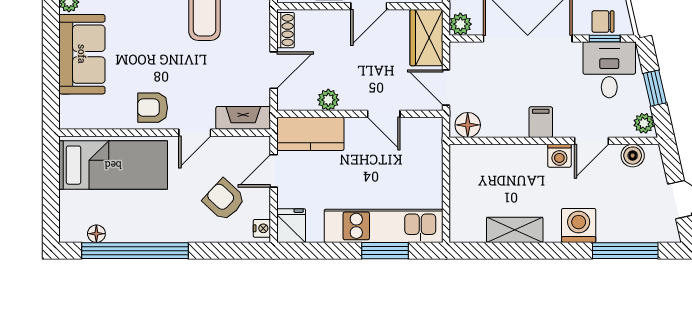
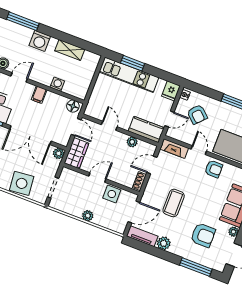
door: (195, 133) -> (199, 150), hinge flipped
washing machine: (559, 156) -> (57, 84), moved

